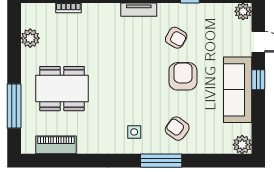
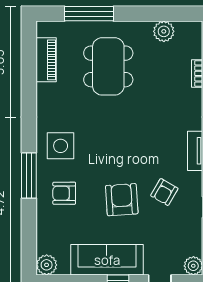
armchair: (183, 76) -> (122, 200), turned -94
armchair: (177, 129) -> (64, 193), turned -126
side table: (134, 132) -> (61, 146), width x1.87, depth x1.87

